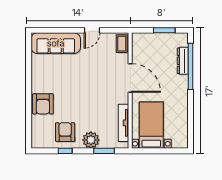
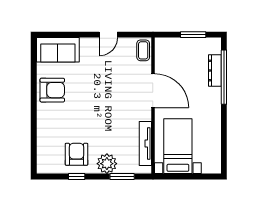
sofa: (56, 43) -> (58, 50), width x0.73
armchair: (43, 104) -> (52, 90), moved, turned -90

